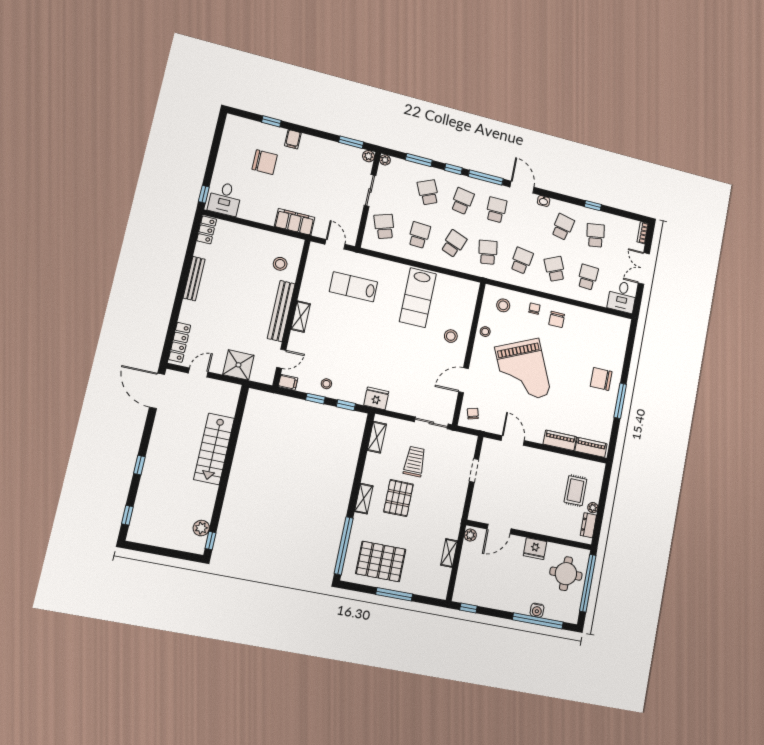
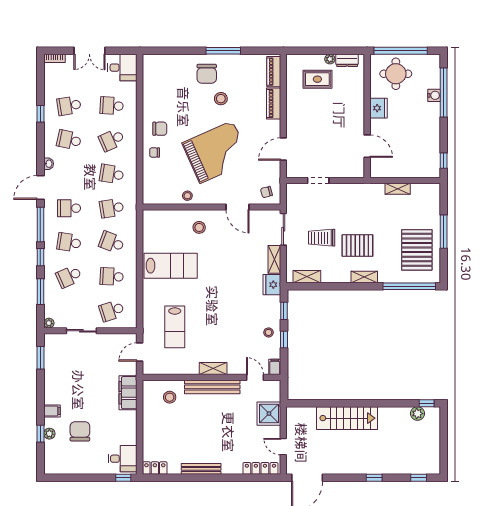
plant: (368, 156) -> (49, 434), moved
stool: (503, 305) -> (221, 99), moved
shelving: (402, 407) -> (274, 259), added
plant: (470, 535) -> (378, 172), removed

